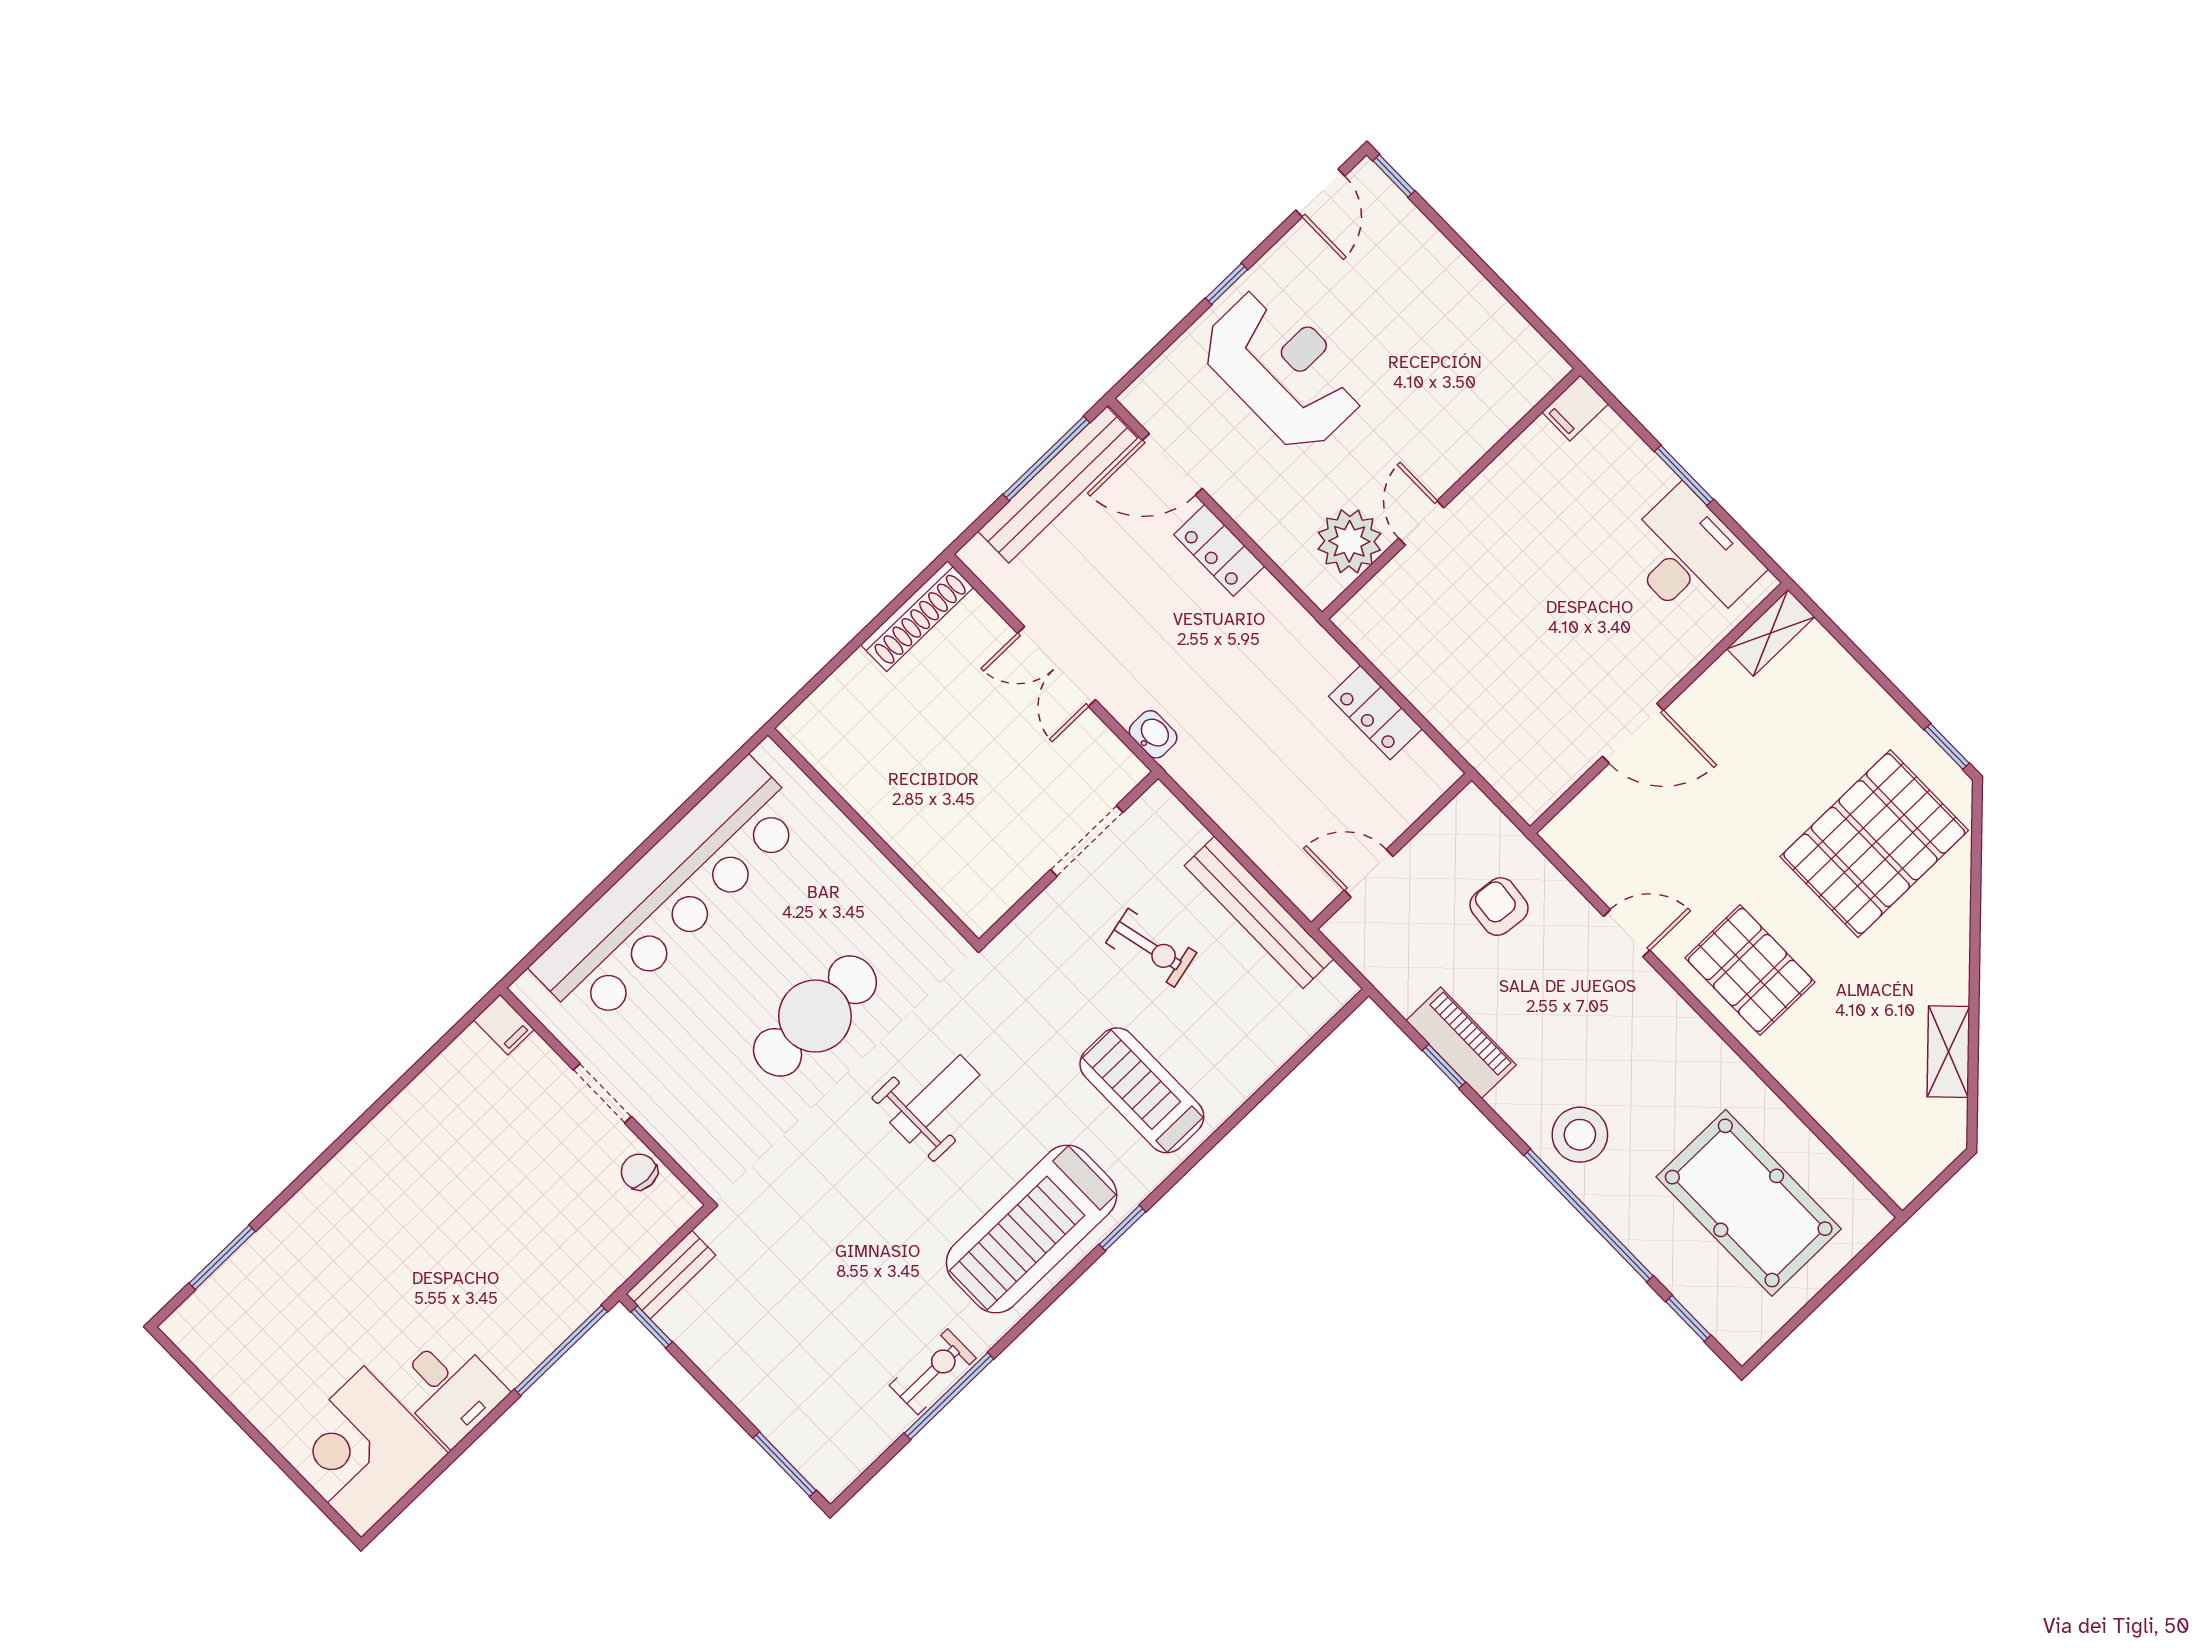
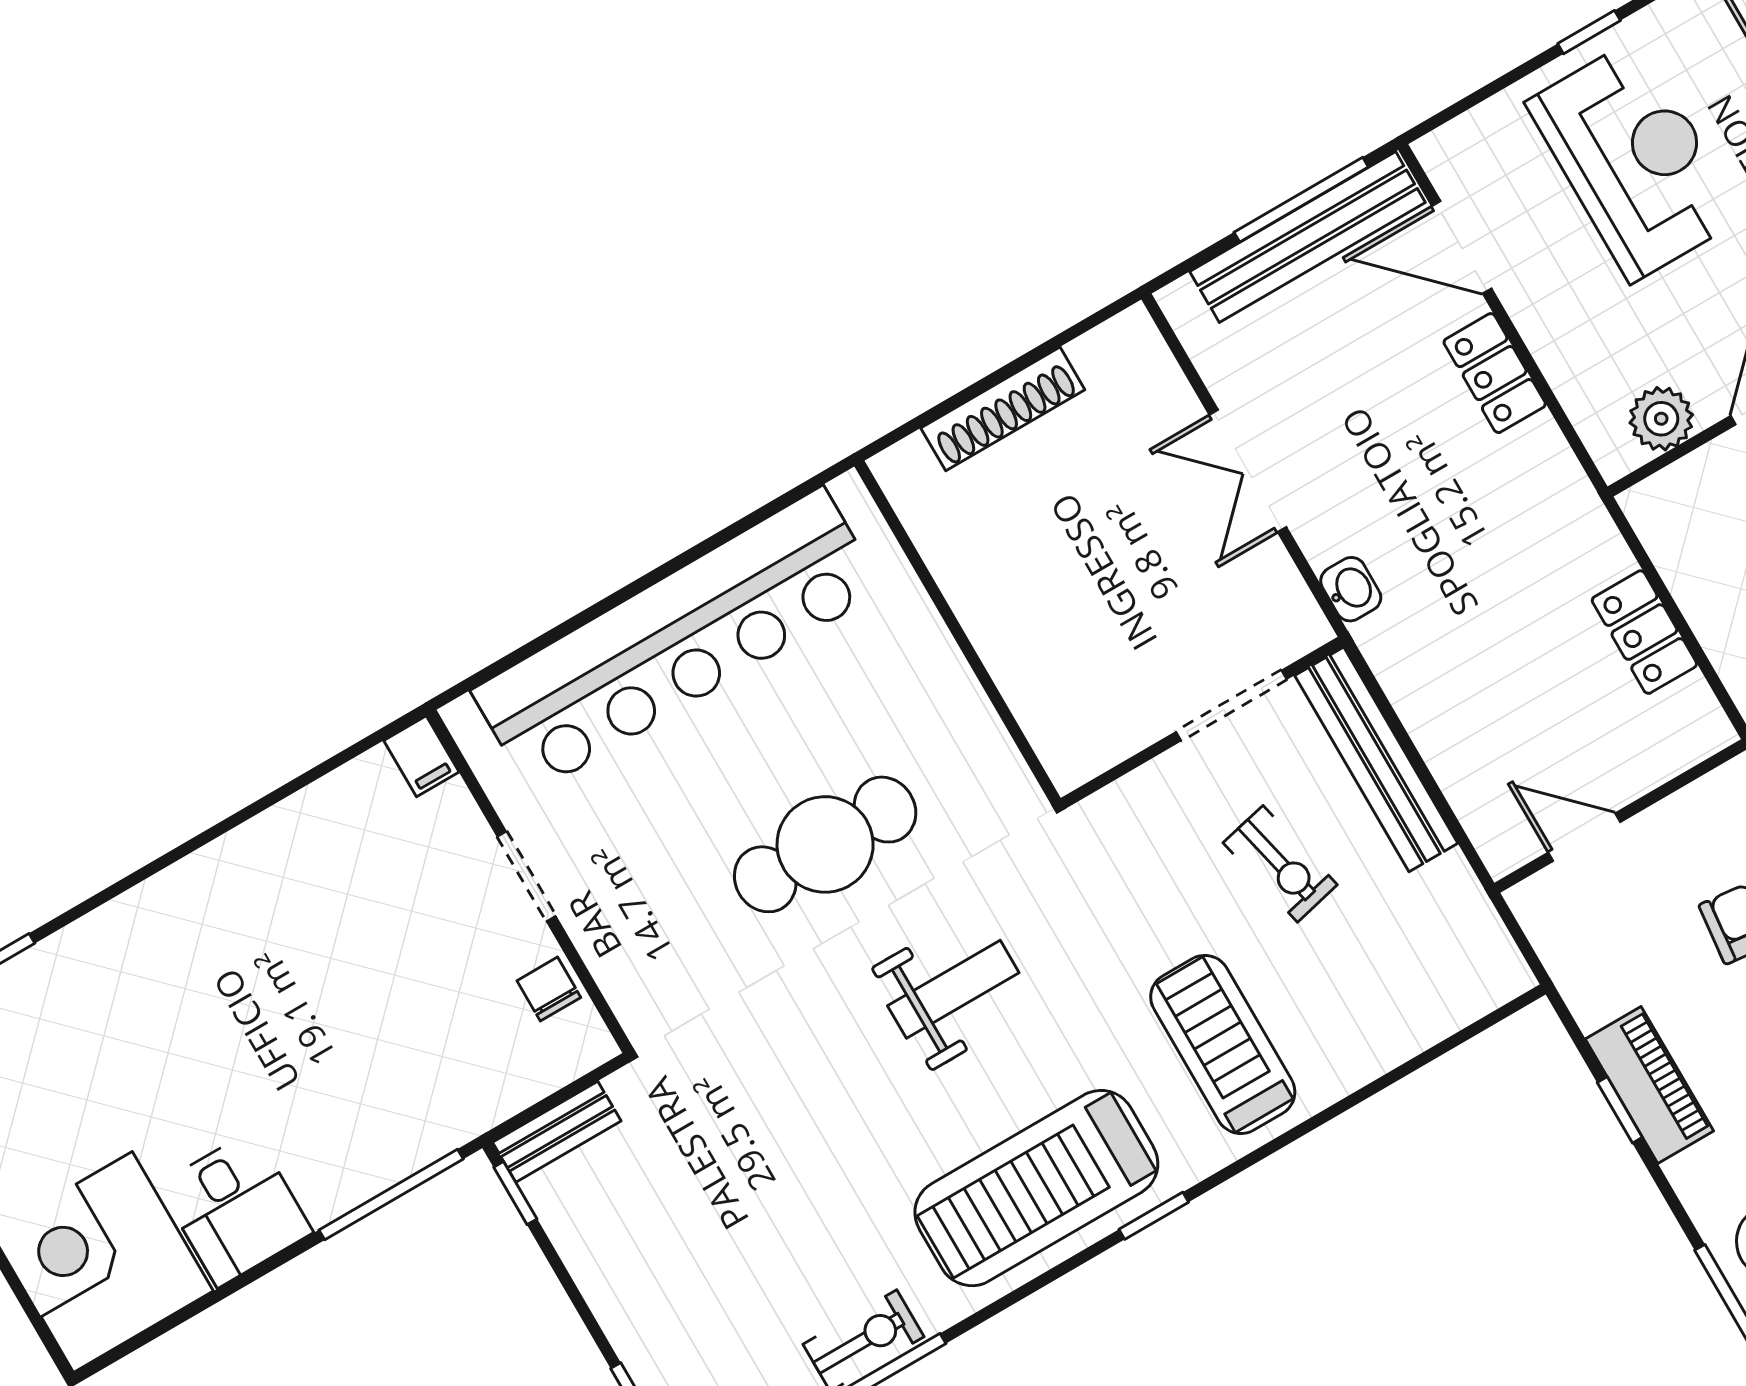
plant: (1349, 541) -> (1661, 419), width x0.73, depth x0.73
shoe rack: (917, 616) -> (1003, 409), moved
bench: (1259, 912) -> (1376, 759), moved

